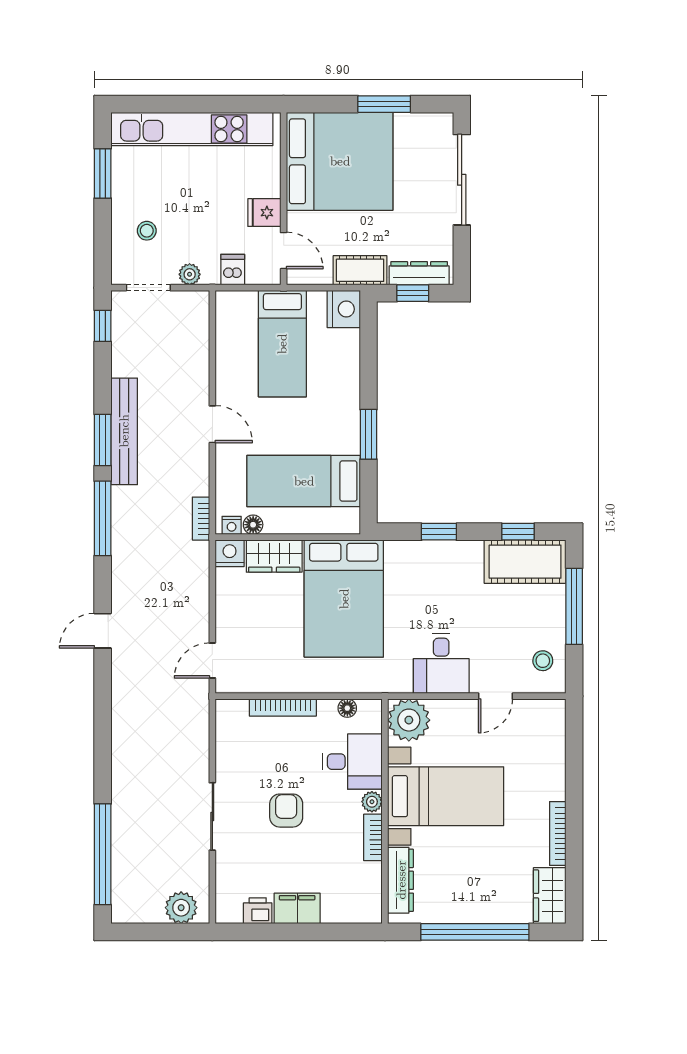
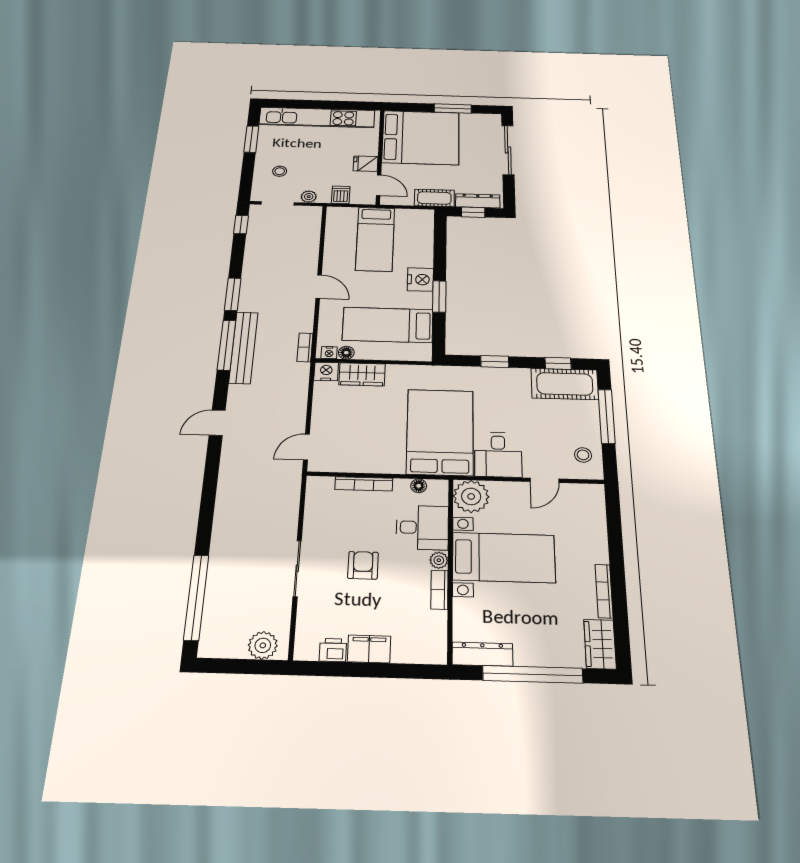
nightstand: (344, 309) -> (420, 280), moved
bench: (124, 431) -> (243, 347), moved
bed: (344, 599) -> (440, 432), moved, turned 180
dresser: (401, 880) -> (482, 654), moved, turned -90

